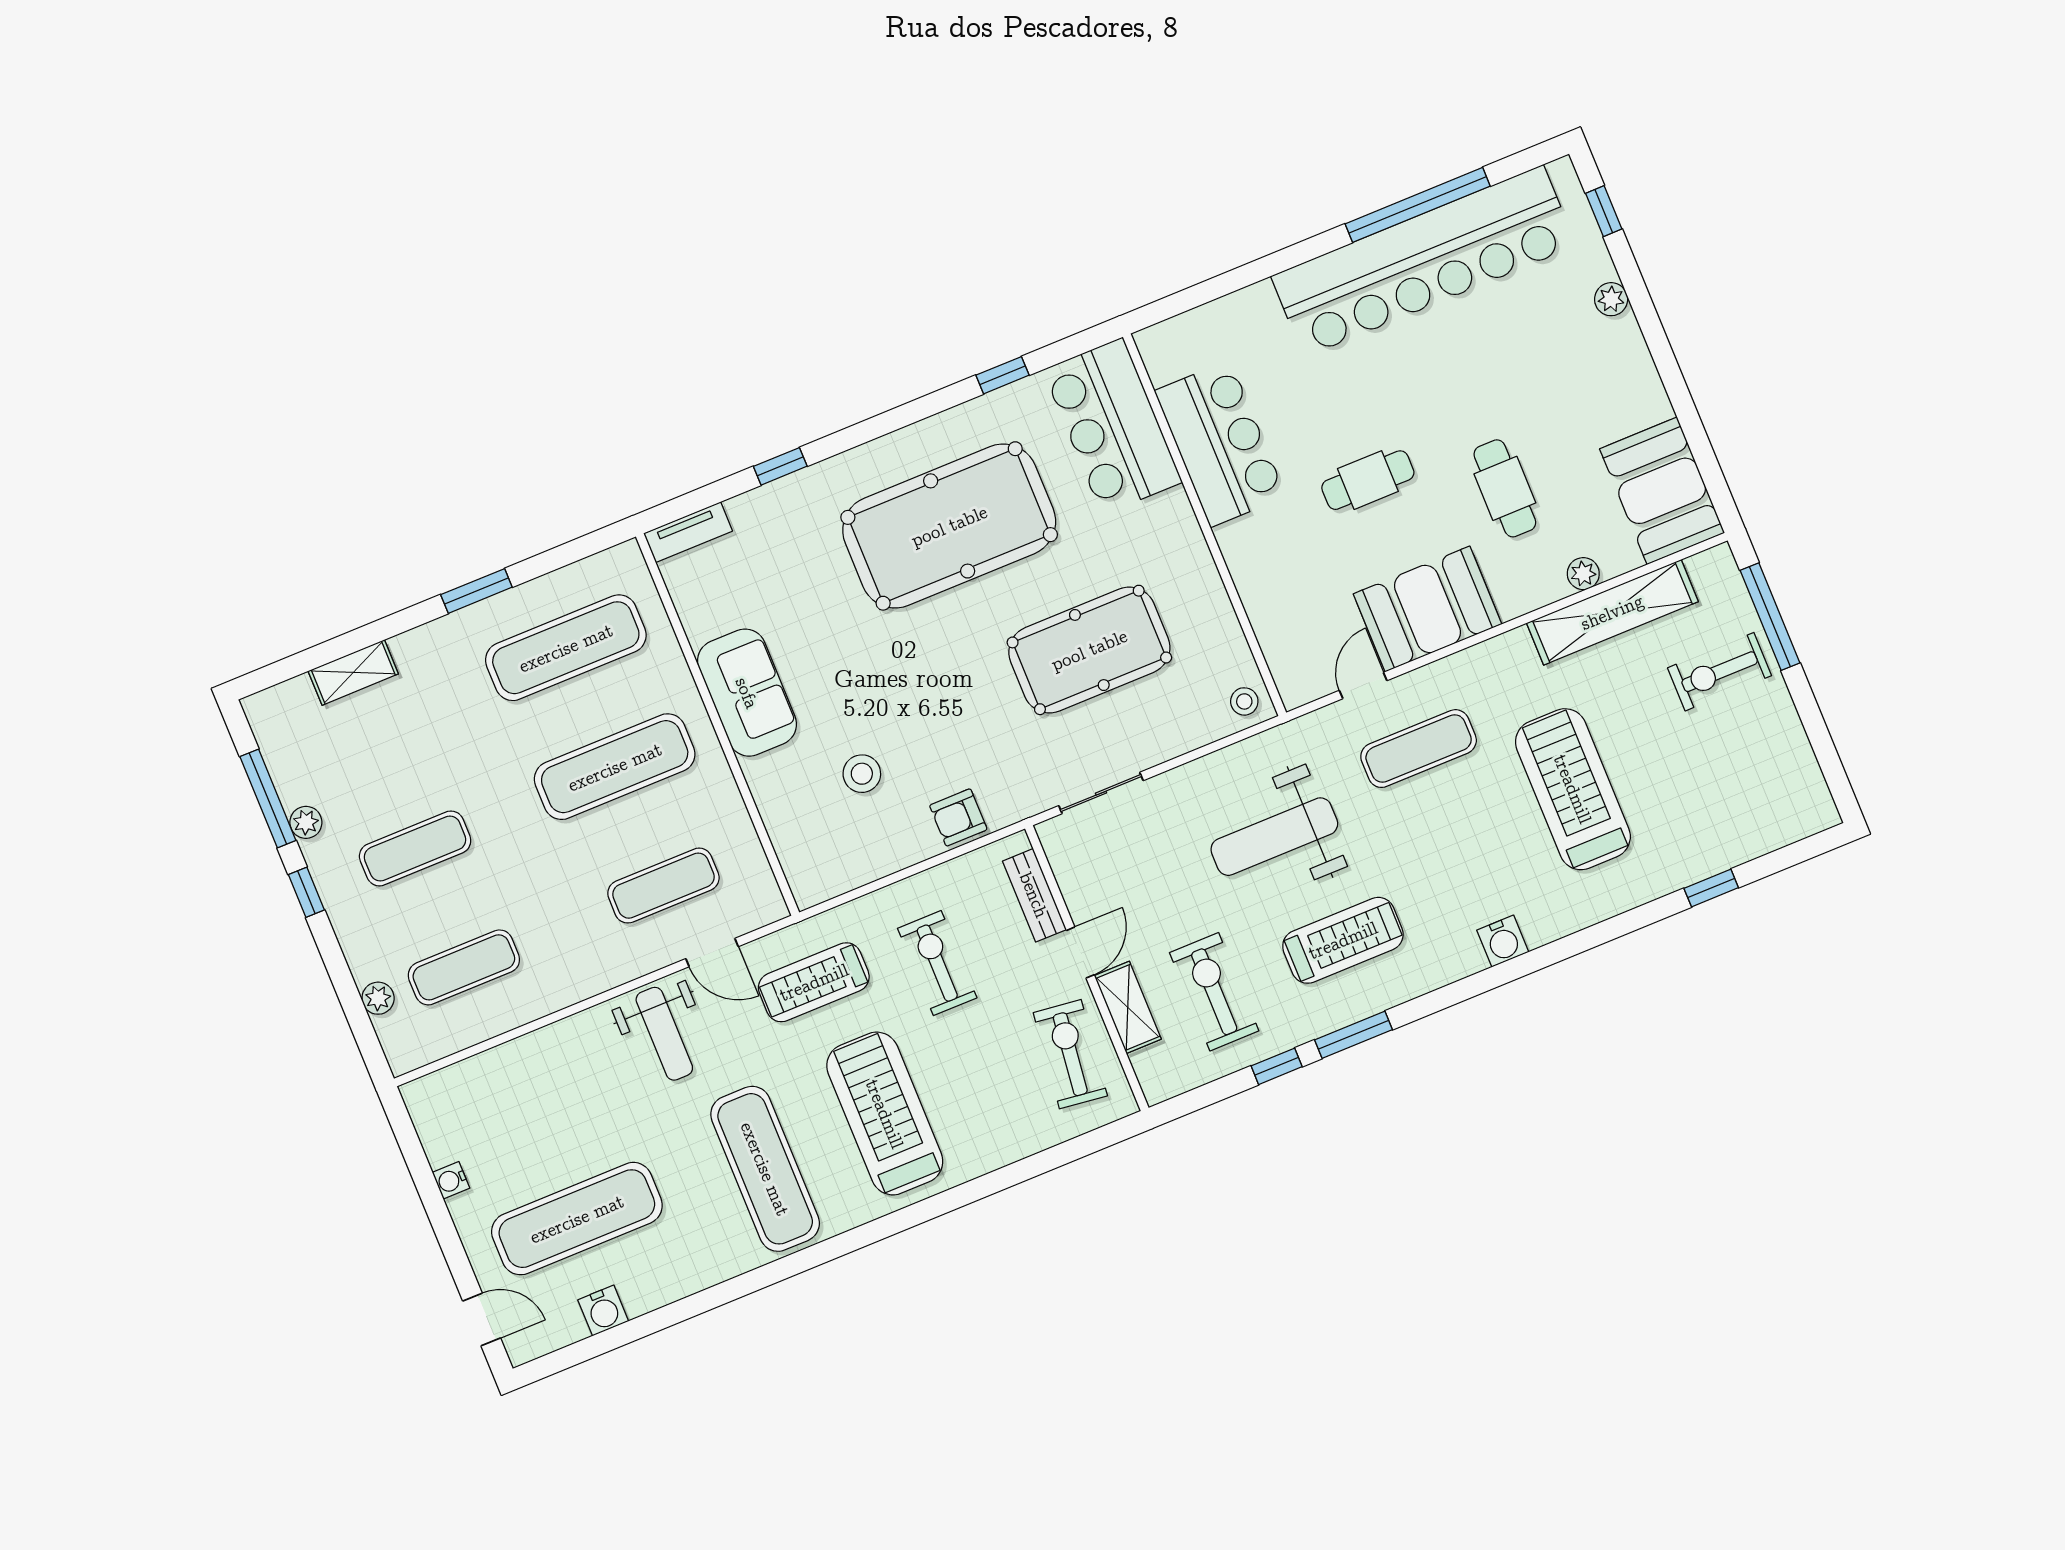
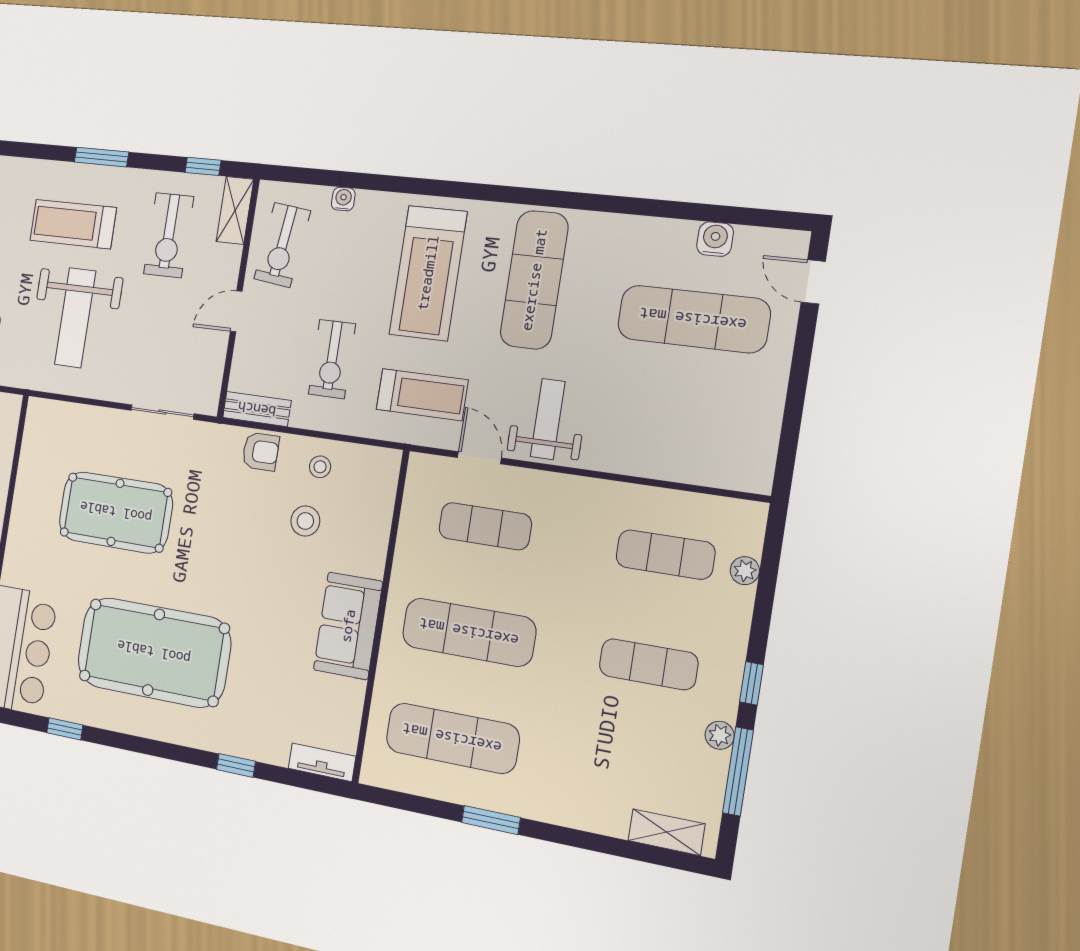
shelving: (353, 672) -> (666, 832), moved
stool: (1244, 701) -> (320, 467), moved
weight bench: (1274, 837) -> (75, 318), turned 90
bench: (1034, 895) -> (257, 409), moved, turned 90
shelving: (1128, 1007) -> (235, 210), moved
window: (1277, 1066) -> (203, 166), moved
water cooler: (451, 1180) -> (343, 199), moved, turned -90

